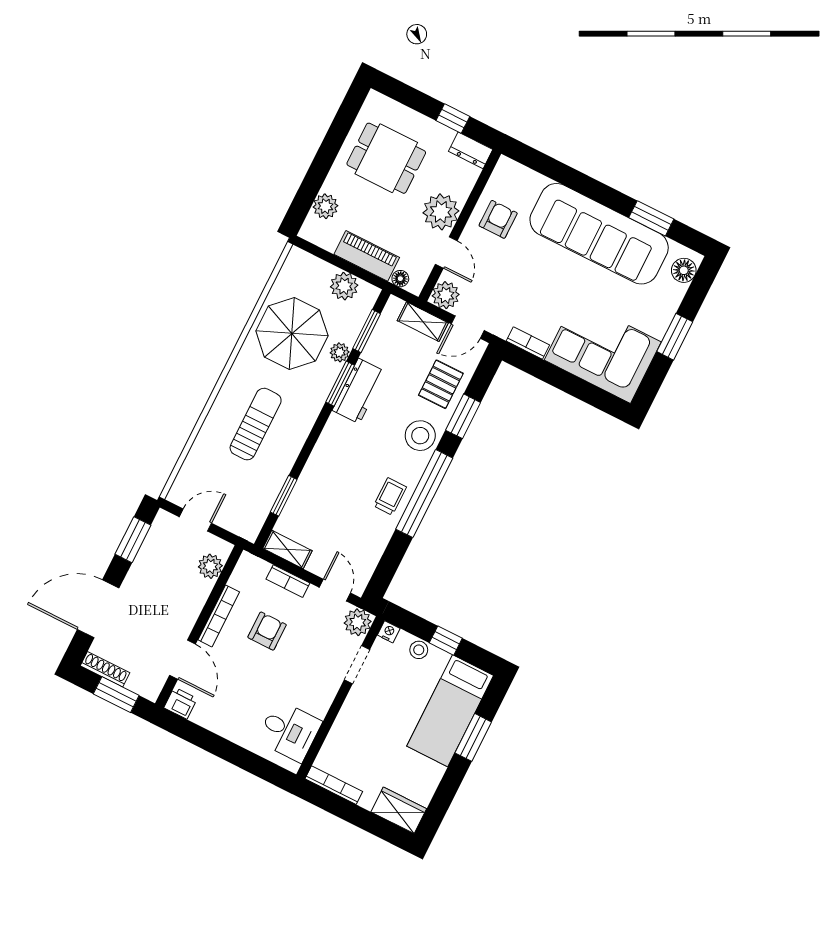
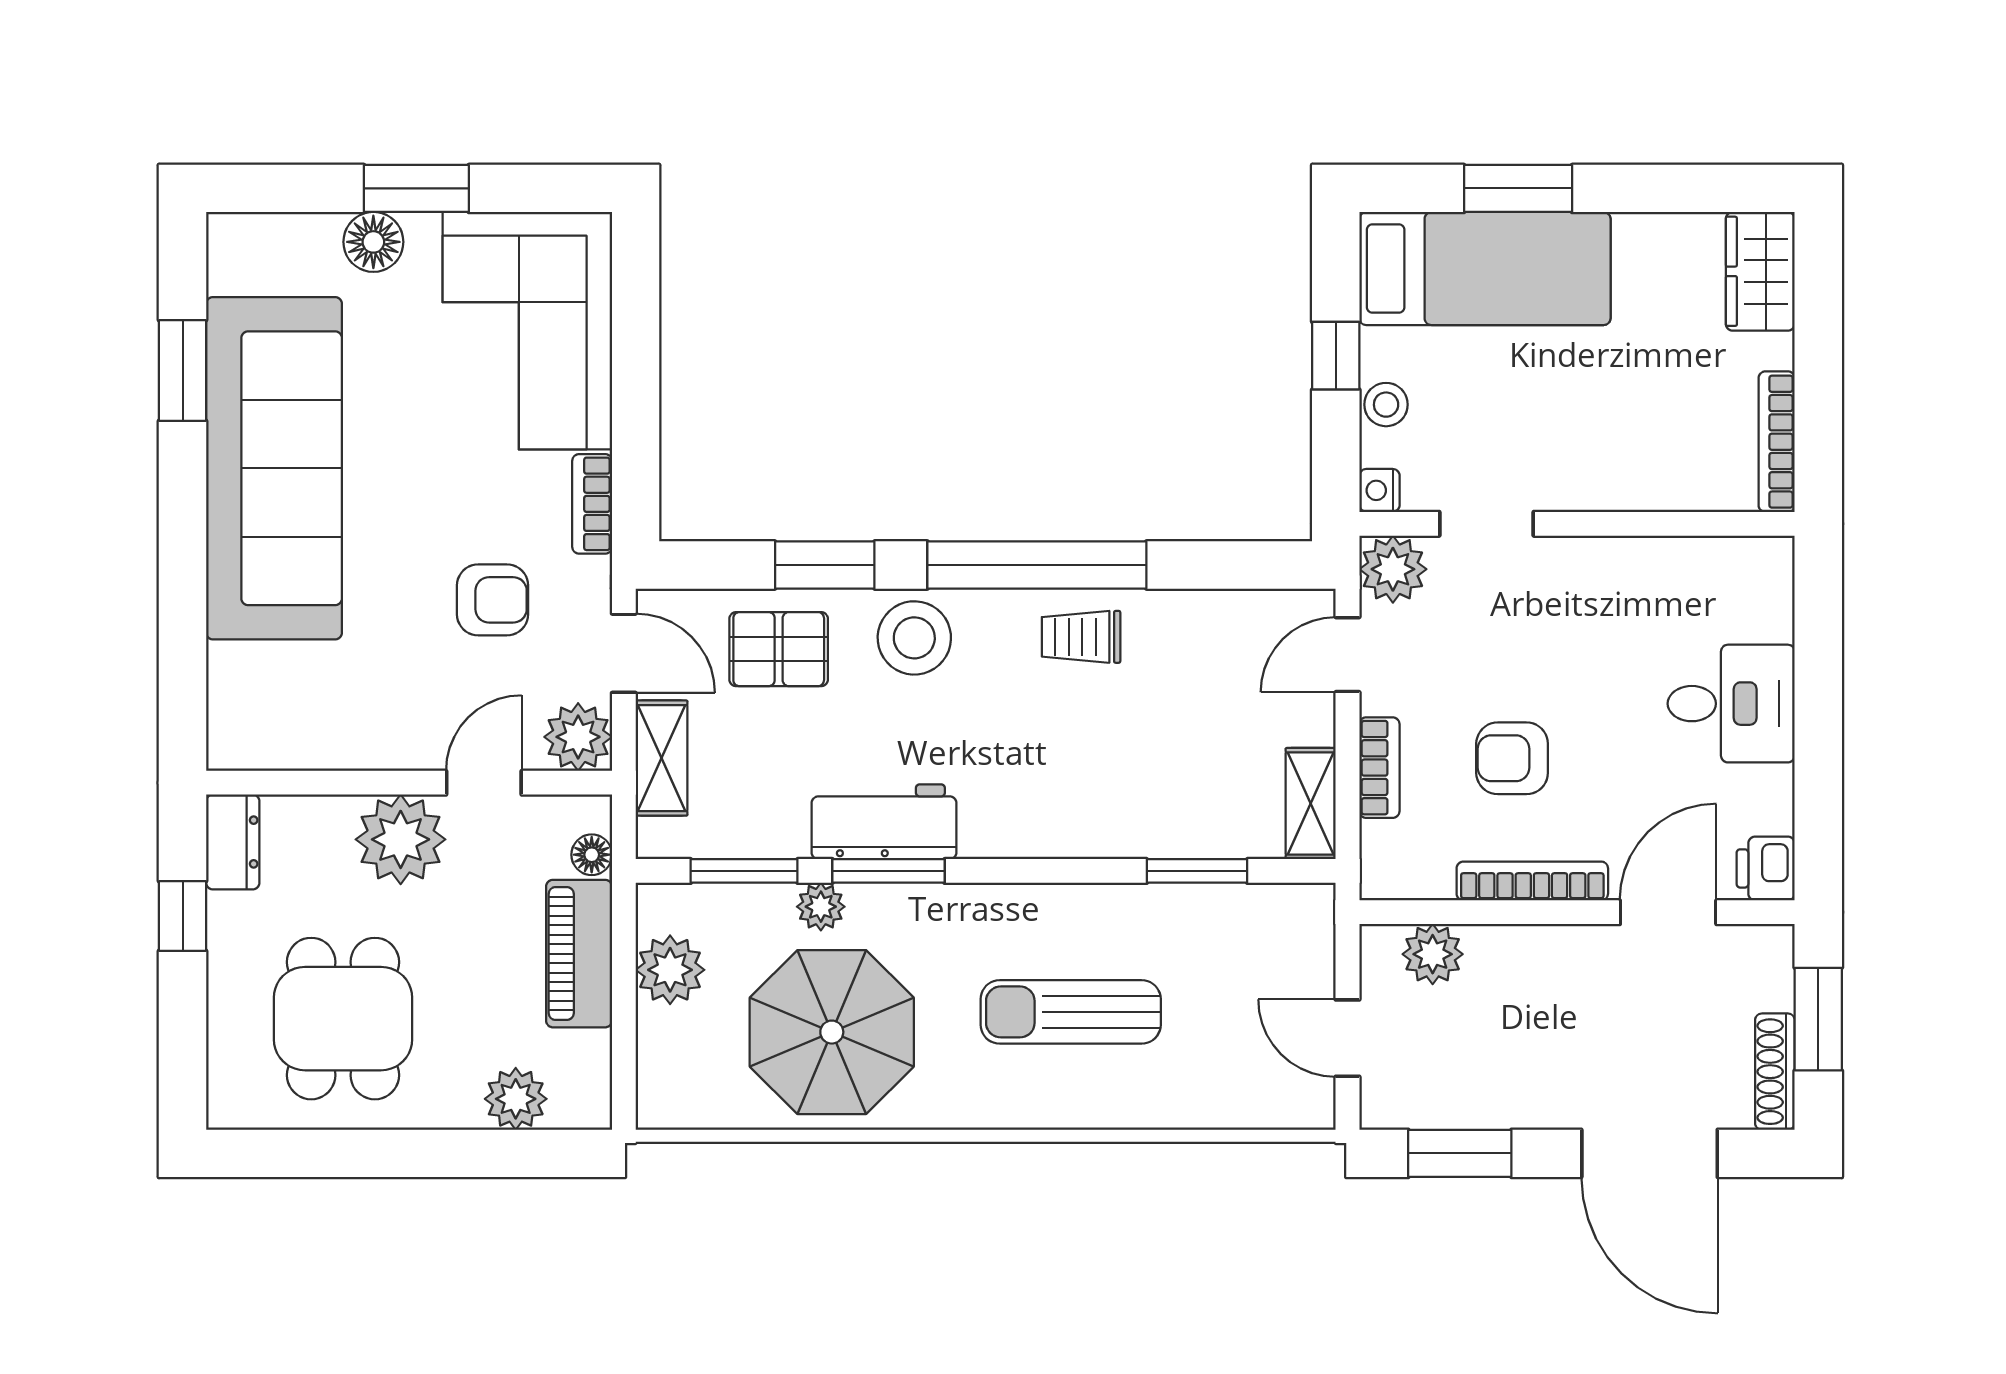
armchair: (498, 219) -> (493, 600), moved, turned 180
floor lamp: (684, 270) -> (373, 242), moved
desk: (289, 731) -> (1731, 704), moved, turned 90

